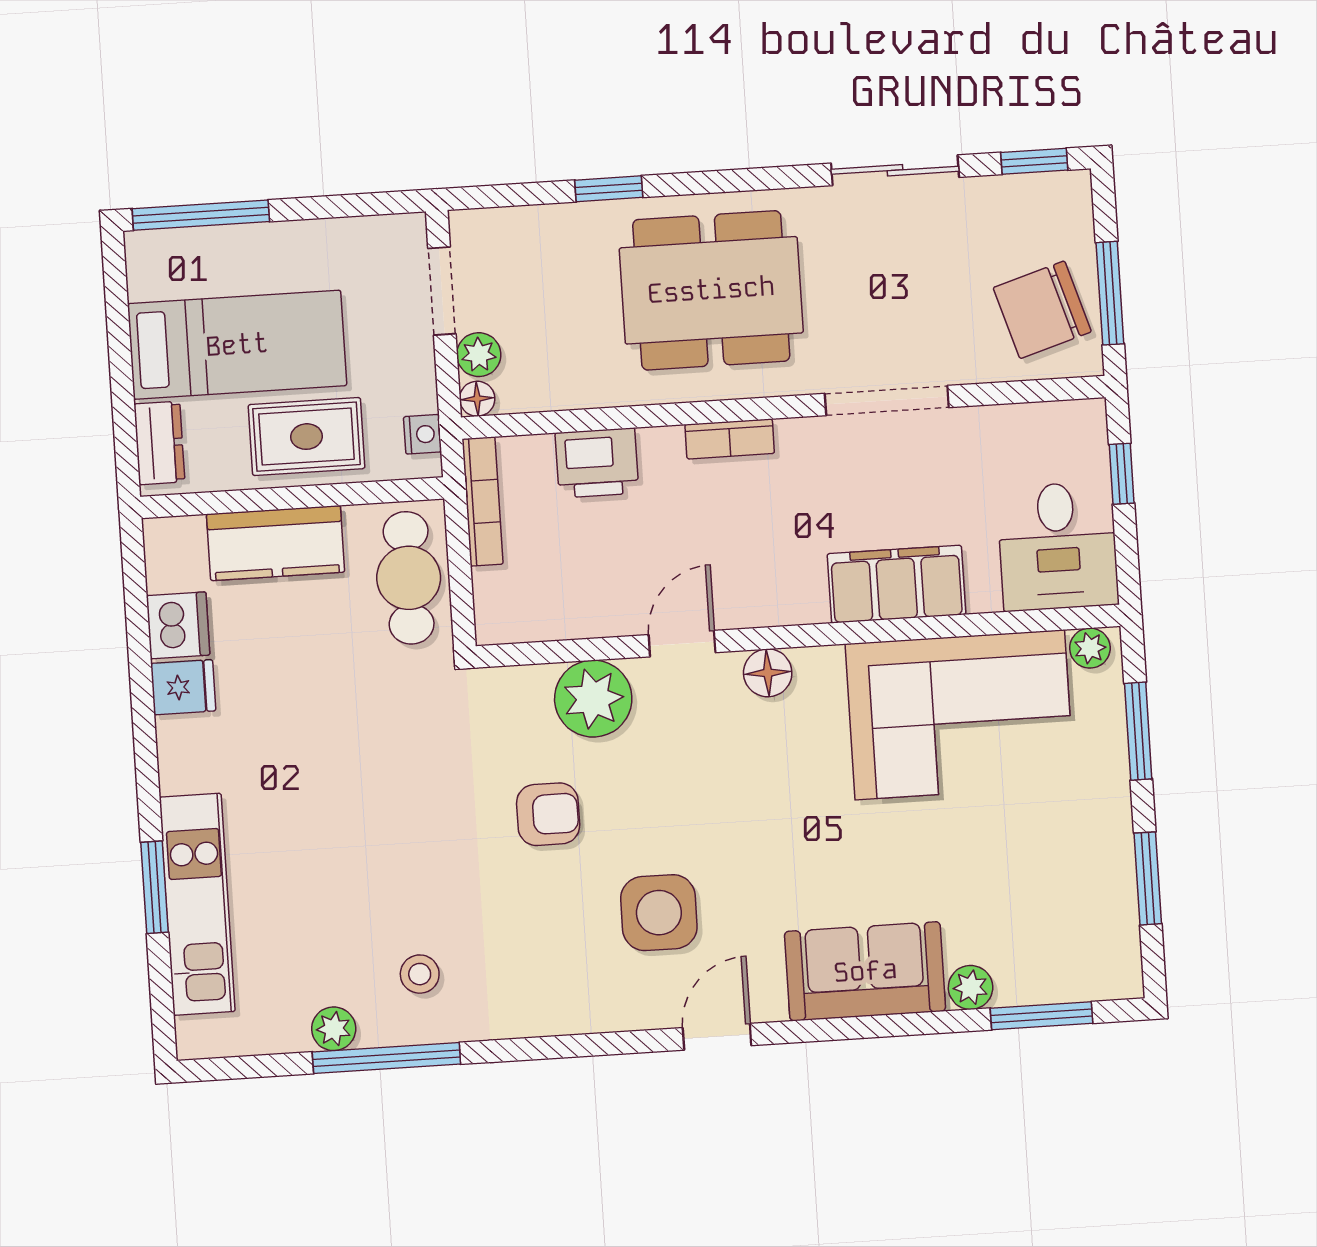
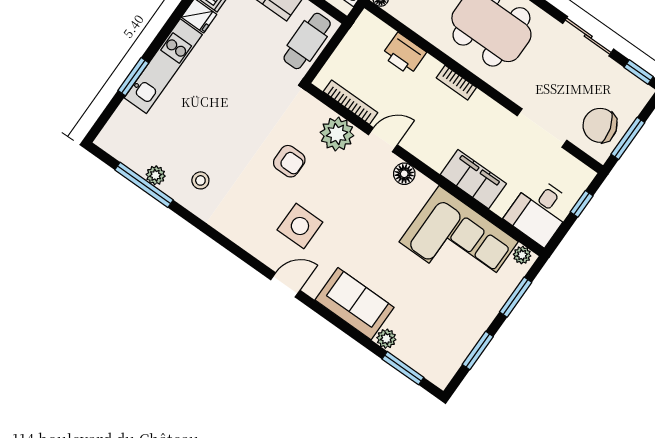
doorway: (887, 401) -> (542, 128), moved
bookcase: (483, 501) -> (351, 102), moved, turned -90
kitchen unit: (197, 904) -> (163, 66), moved
window: (386, 1058) -> (144, 185), moved

